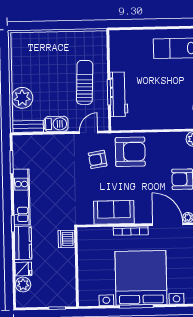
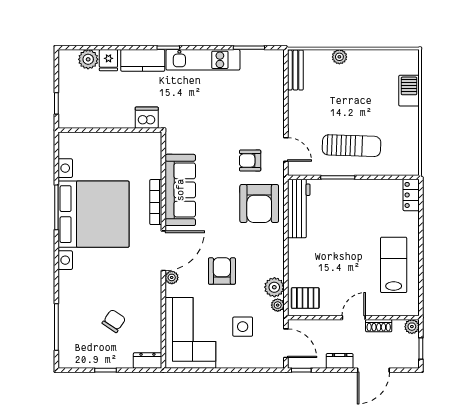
locker: (121, 36) -> (411, 195), added
workbench: (119, 94) -> (299, 208), moved, turned -90
plant: (22, 98) -> (339, 57), width x0.53, depth x0.53
barbecue: (56, 124) -> (409, 91), moved, turned 180
armchair: (98, 159) -> (250, 161), turned -81
sofa: (114, 212) -> (180, 190), width x1.36

